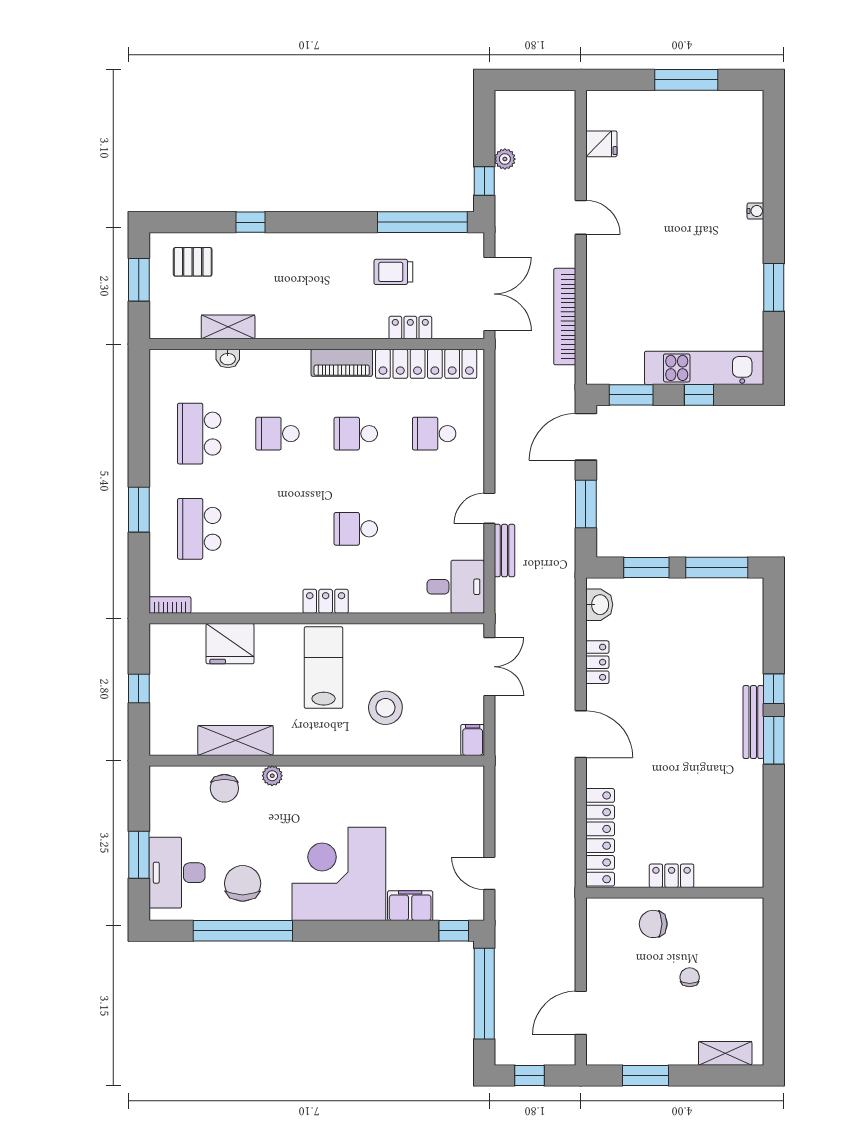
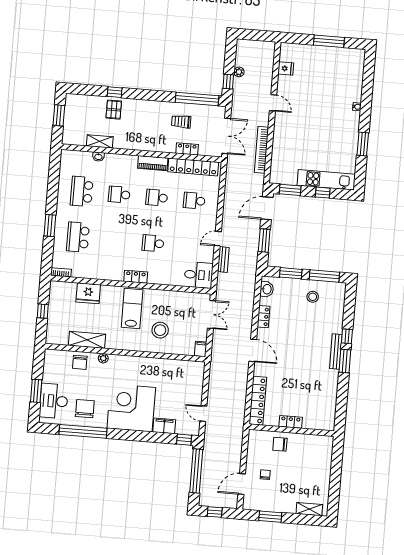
pallet: (193, 262) -> (114, 110), moved, turned 90
stool: (696, 613) -> (313, 297), added
chair: (690, 977) -> (265, 475), moved

